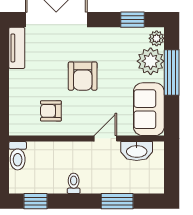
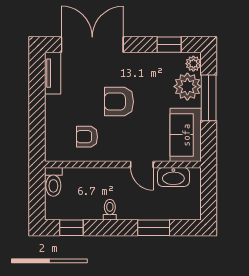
armchair: (83, 76) -> (119, 102), turned 90
door: (105, 139) -> (142, 165), swing flipped

